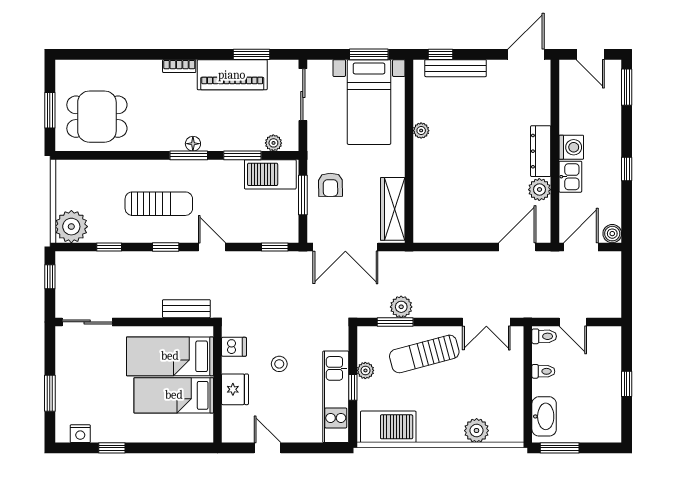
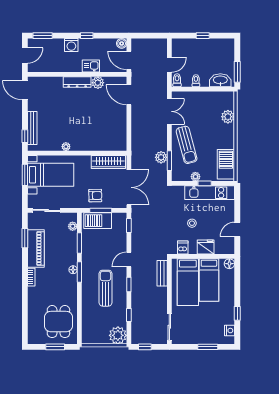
washing machine: (571, 147) -> (71, 45), moved, turned 180
barbecue: (270, 174) -> (98, 221), moved, turned 90
floor lamp: (204, 433) -> (229, 264), added

